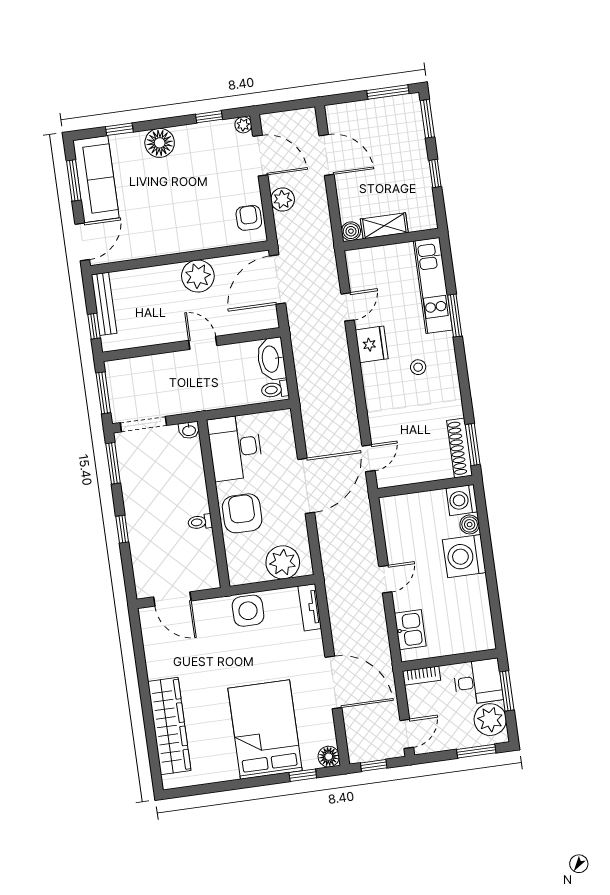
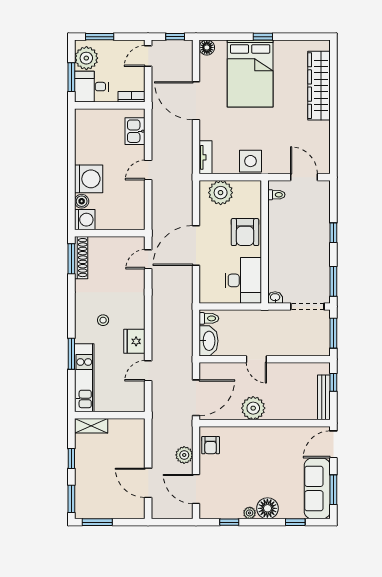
plant: (243, 125) -> (250, 513), moved
shelving: (384, 226) -> (91, 426), moved
boiler: (351, 231) -> (138, 425), removed
toilet: (200, 522) -> (276, 195), moved
window: (303, 775) -> (263, 37), moved

